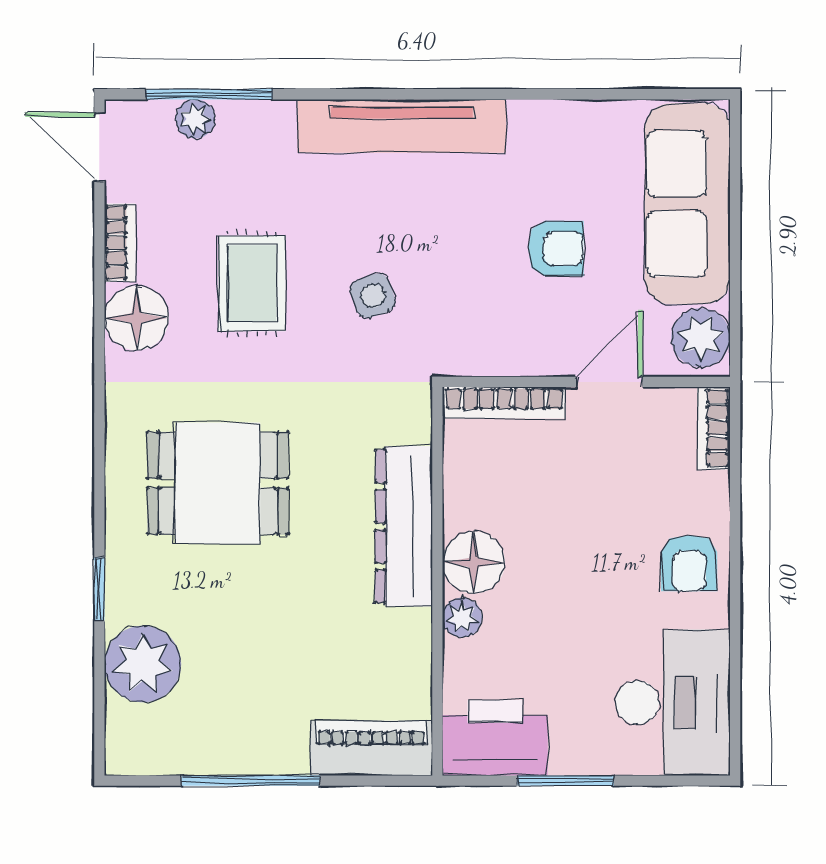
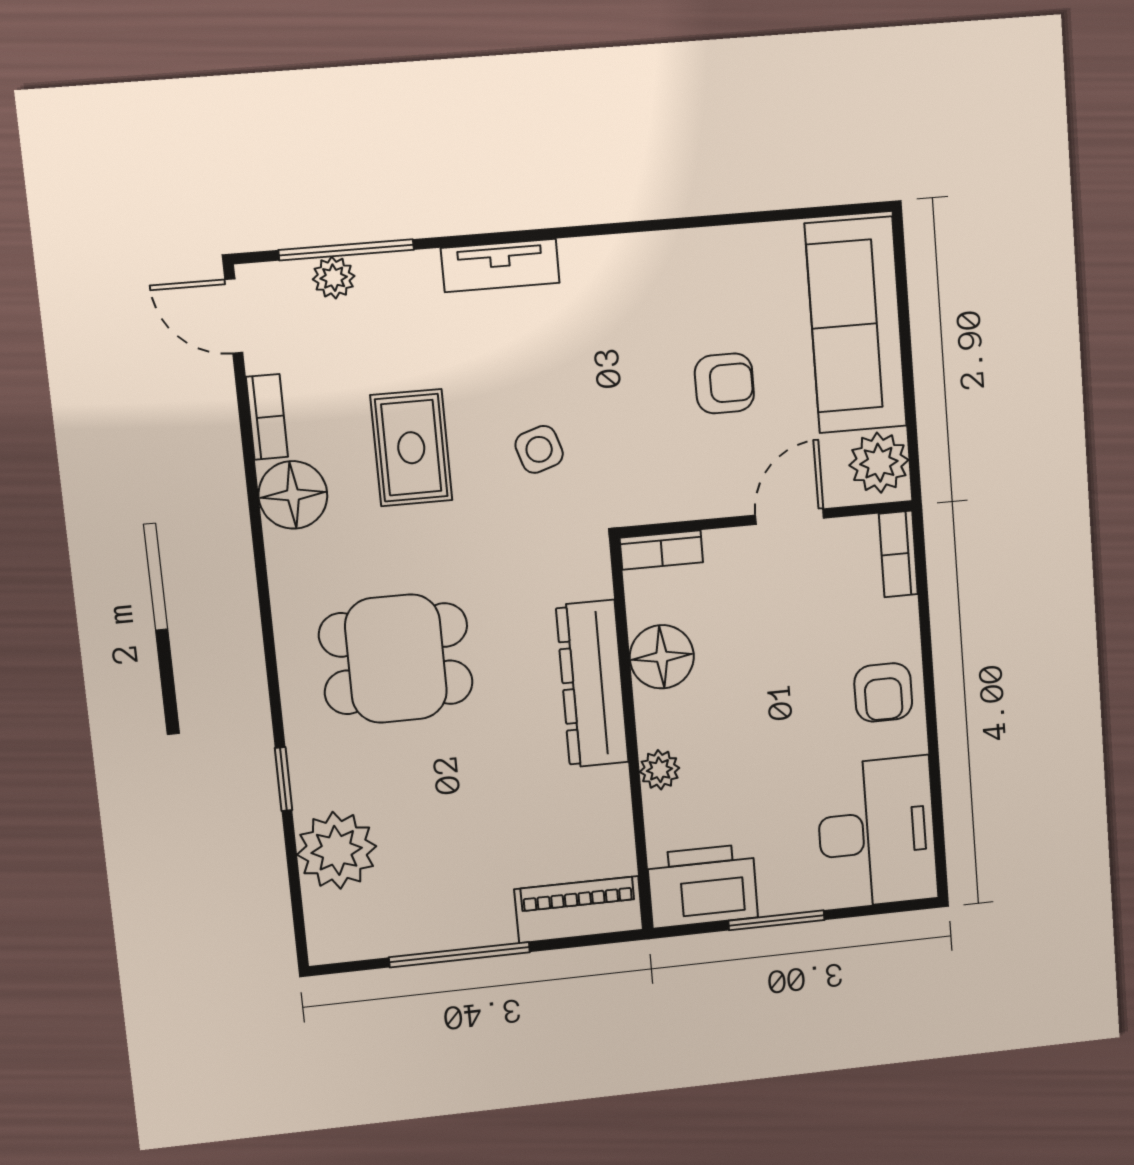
tv unit: (402, 126) -> (500, 265), width x0.52, depth x0.78
bookcase: (504, 403) -> (661, 550), width x0.64
floor lamp: (474, 562) -> (662, 657), moved

